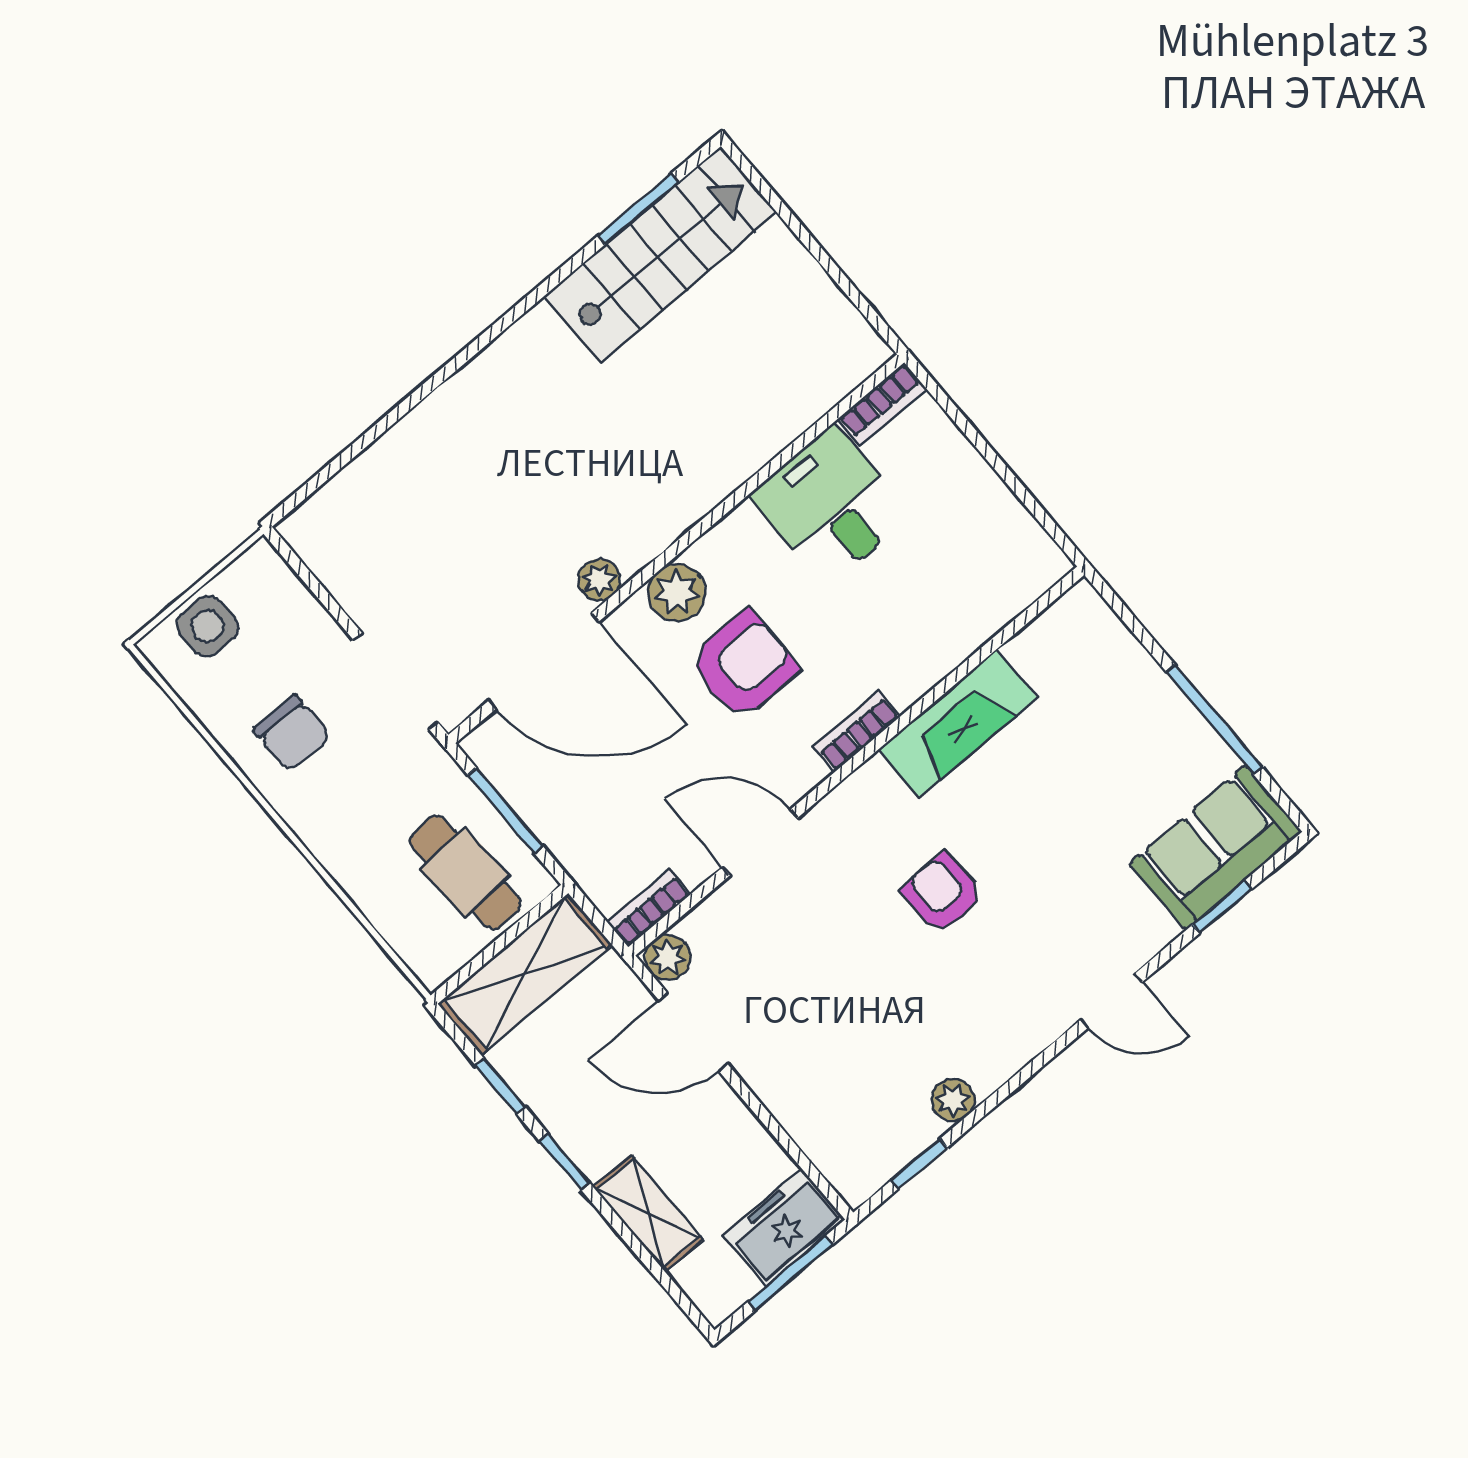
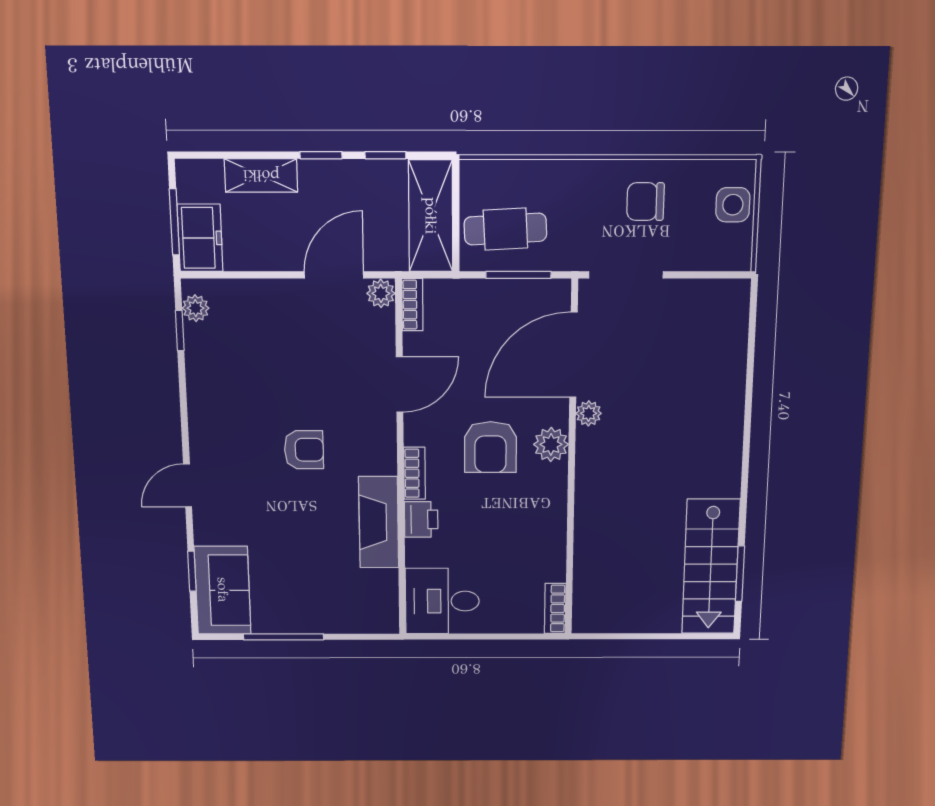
desk: (830, 506) -> (442, 601), moved, turned 180
printer: (909, 673) -> (421, 519), added
plant: (953, 1100) -> (196, 308), moved

